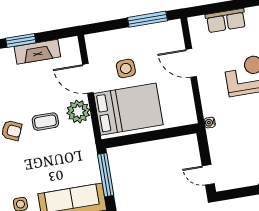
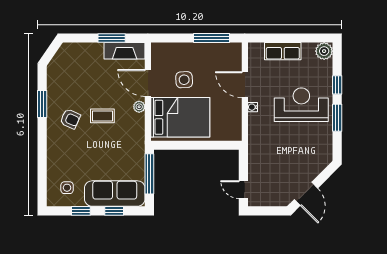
window: (21, 40) -> (112, 38), moved
fireplace: (37, 52) -> (125, 51), moved
plant: (78, 112) -> (139, 107), width x0.53, depth x0.53
water cooler: (210, 123) -> (253, 107), moved

